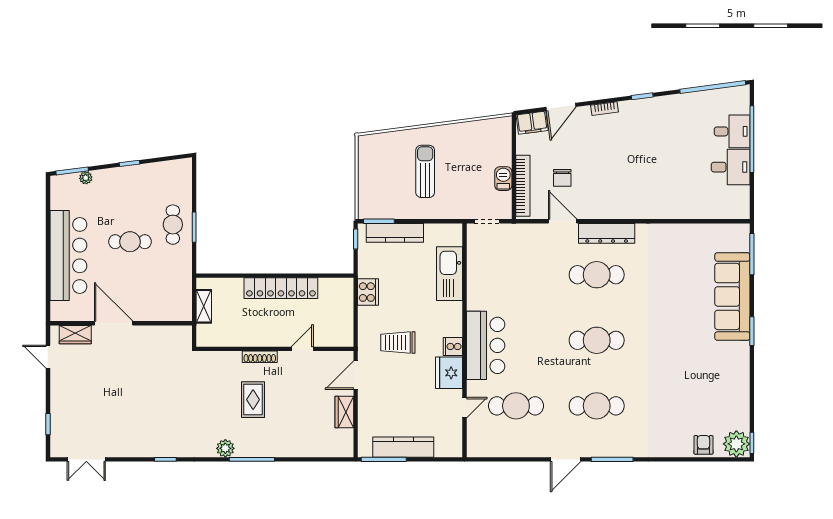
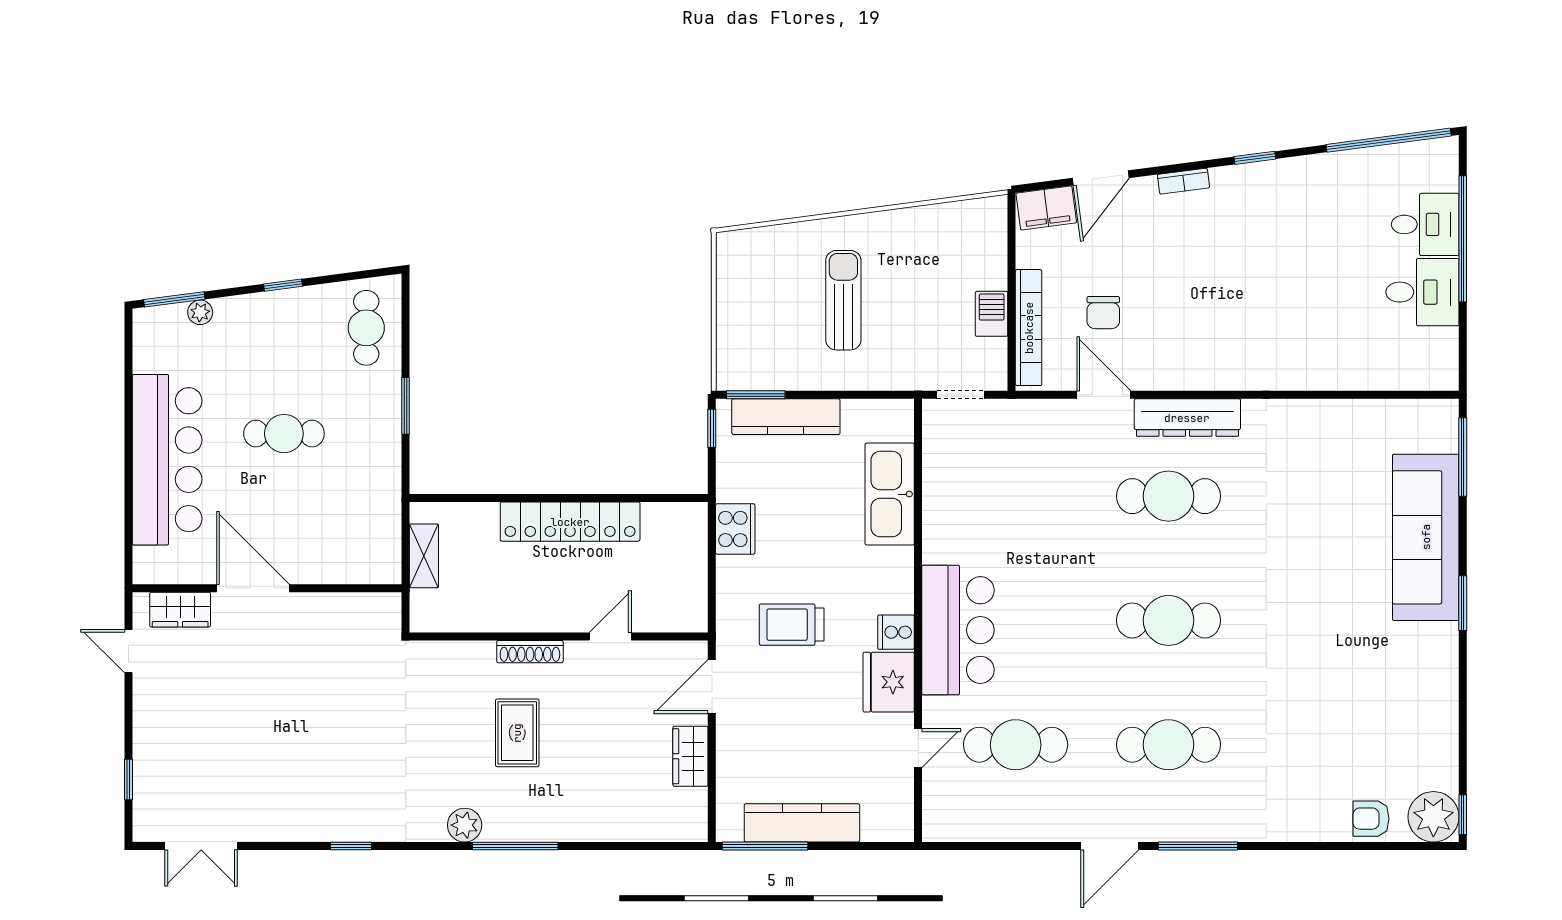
cafe table: (173, 225) -> (366, 328), moved
armchair: (703, 445) -> (1371, 819), turned -90

